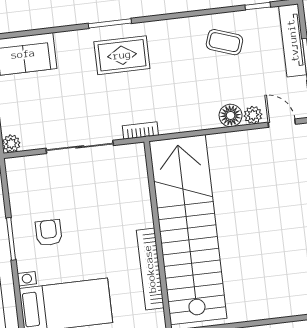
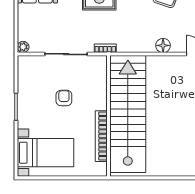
plant: (253, 115) -> (177, 47), removed
armchair: (49, 233) -> (64, 98), moved

